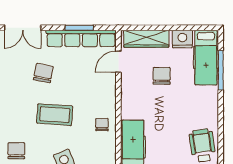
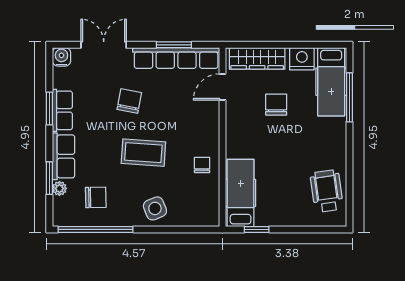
double door: (23, 28) -> (104, 45), swing flipped
chair: (16, 151) -> (96, 197), turned 89

